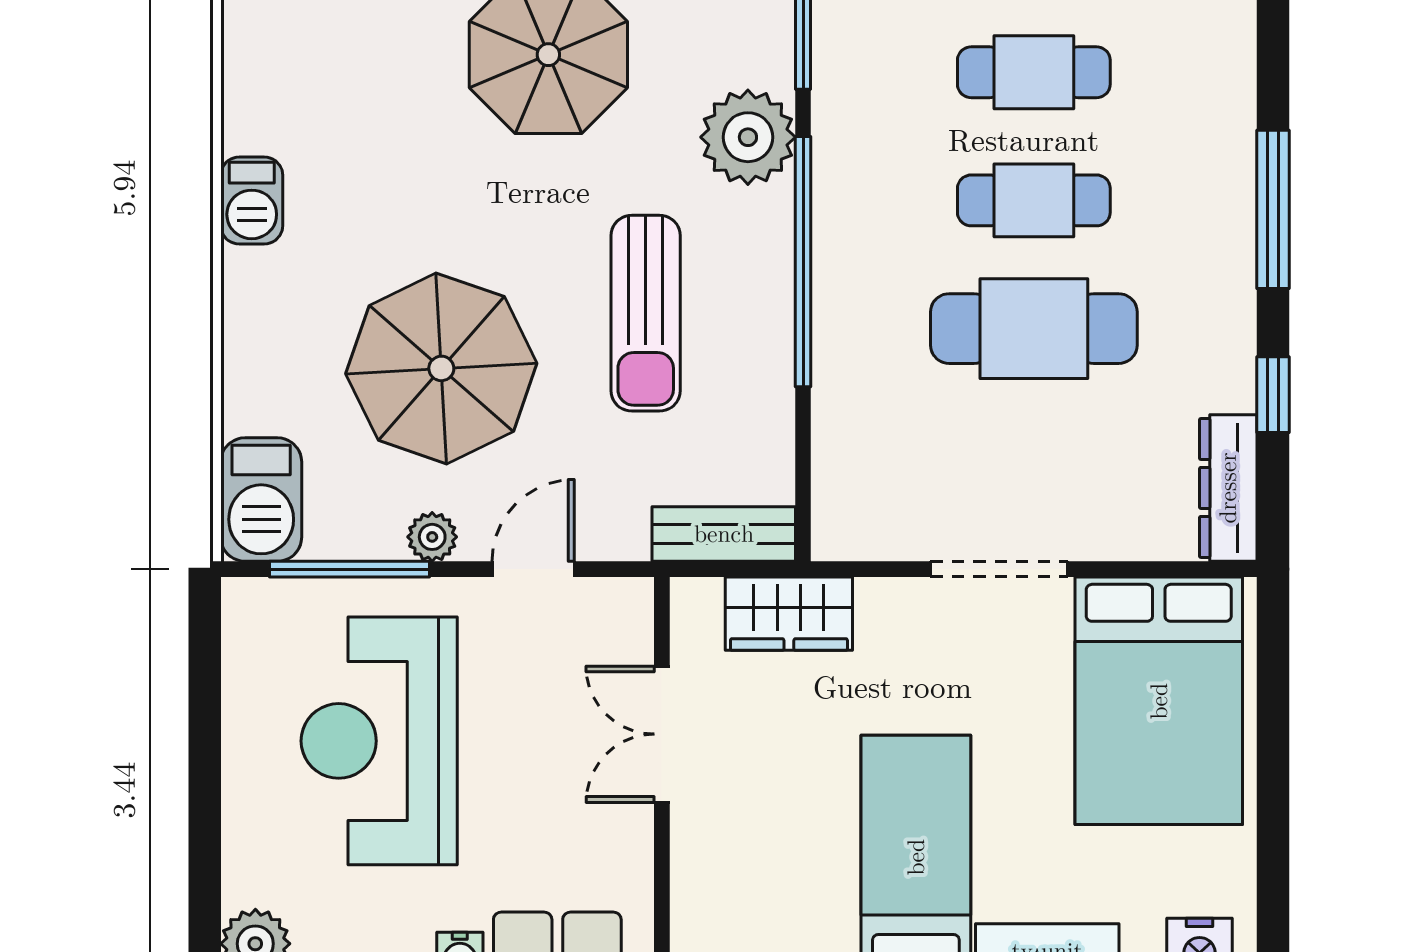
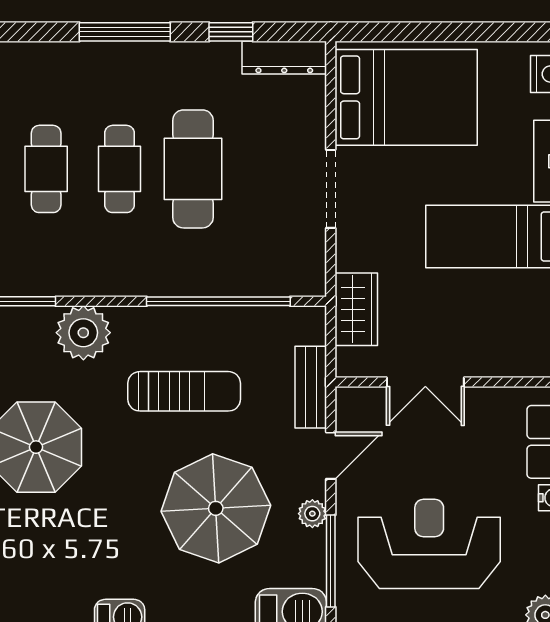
window: (803, 262) -> (218, 301), moved
bench: (724, 534) -> (311, 387), moved
door: (533, 569) -> (331, 456), swing flipped
reception desk: (379, 741) -> (429, 544), turned 180

